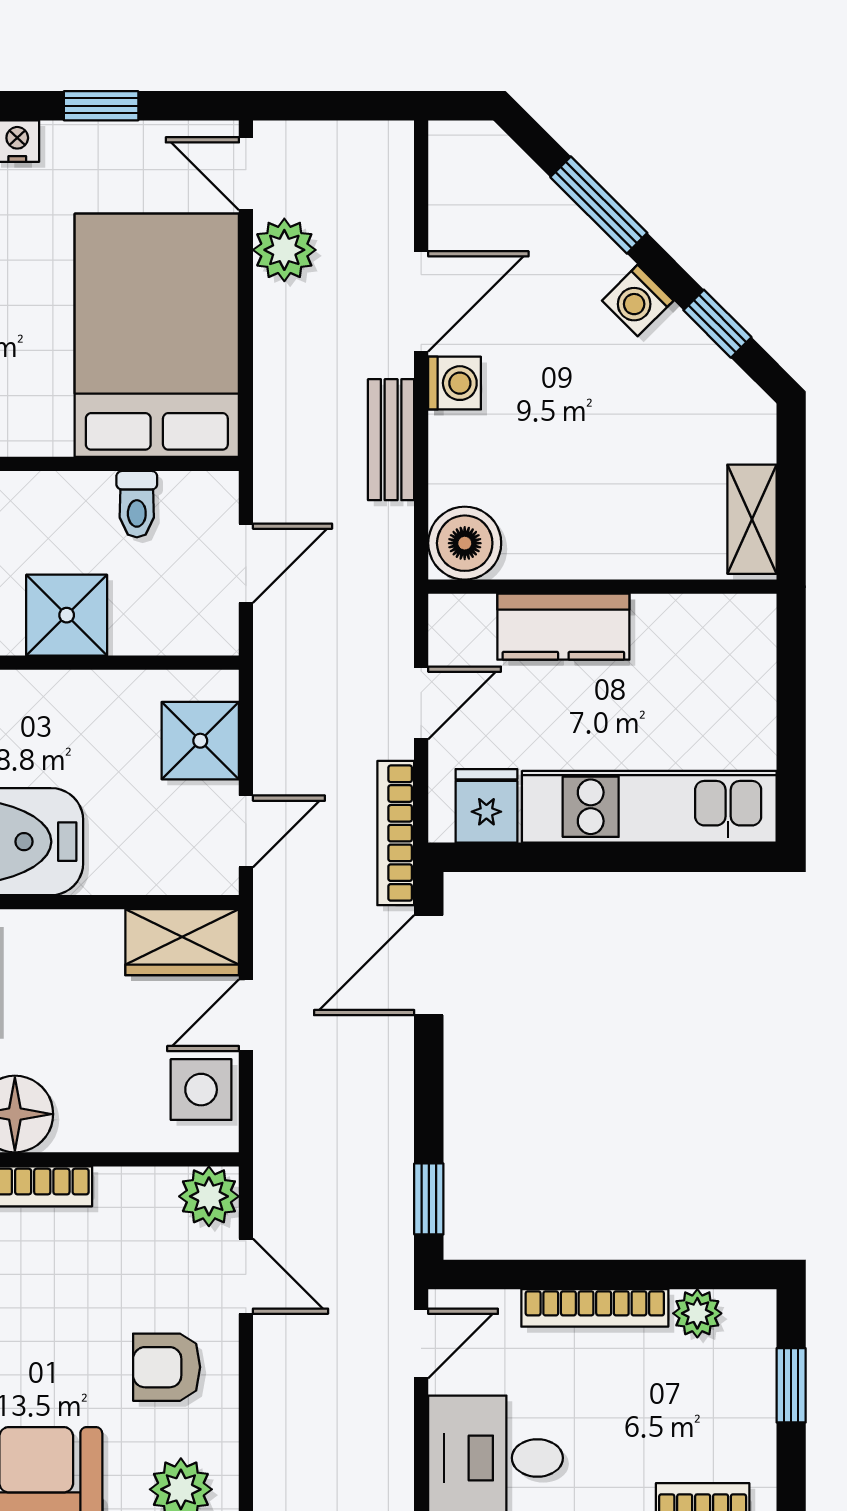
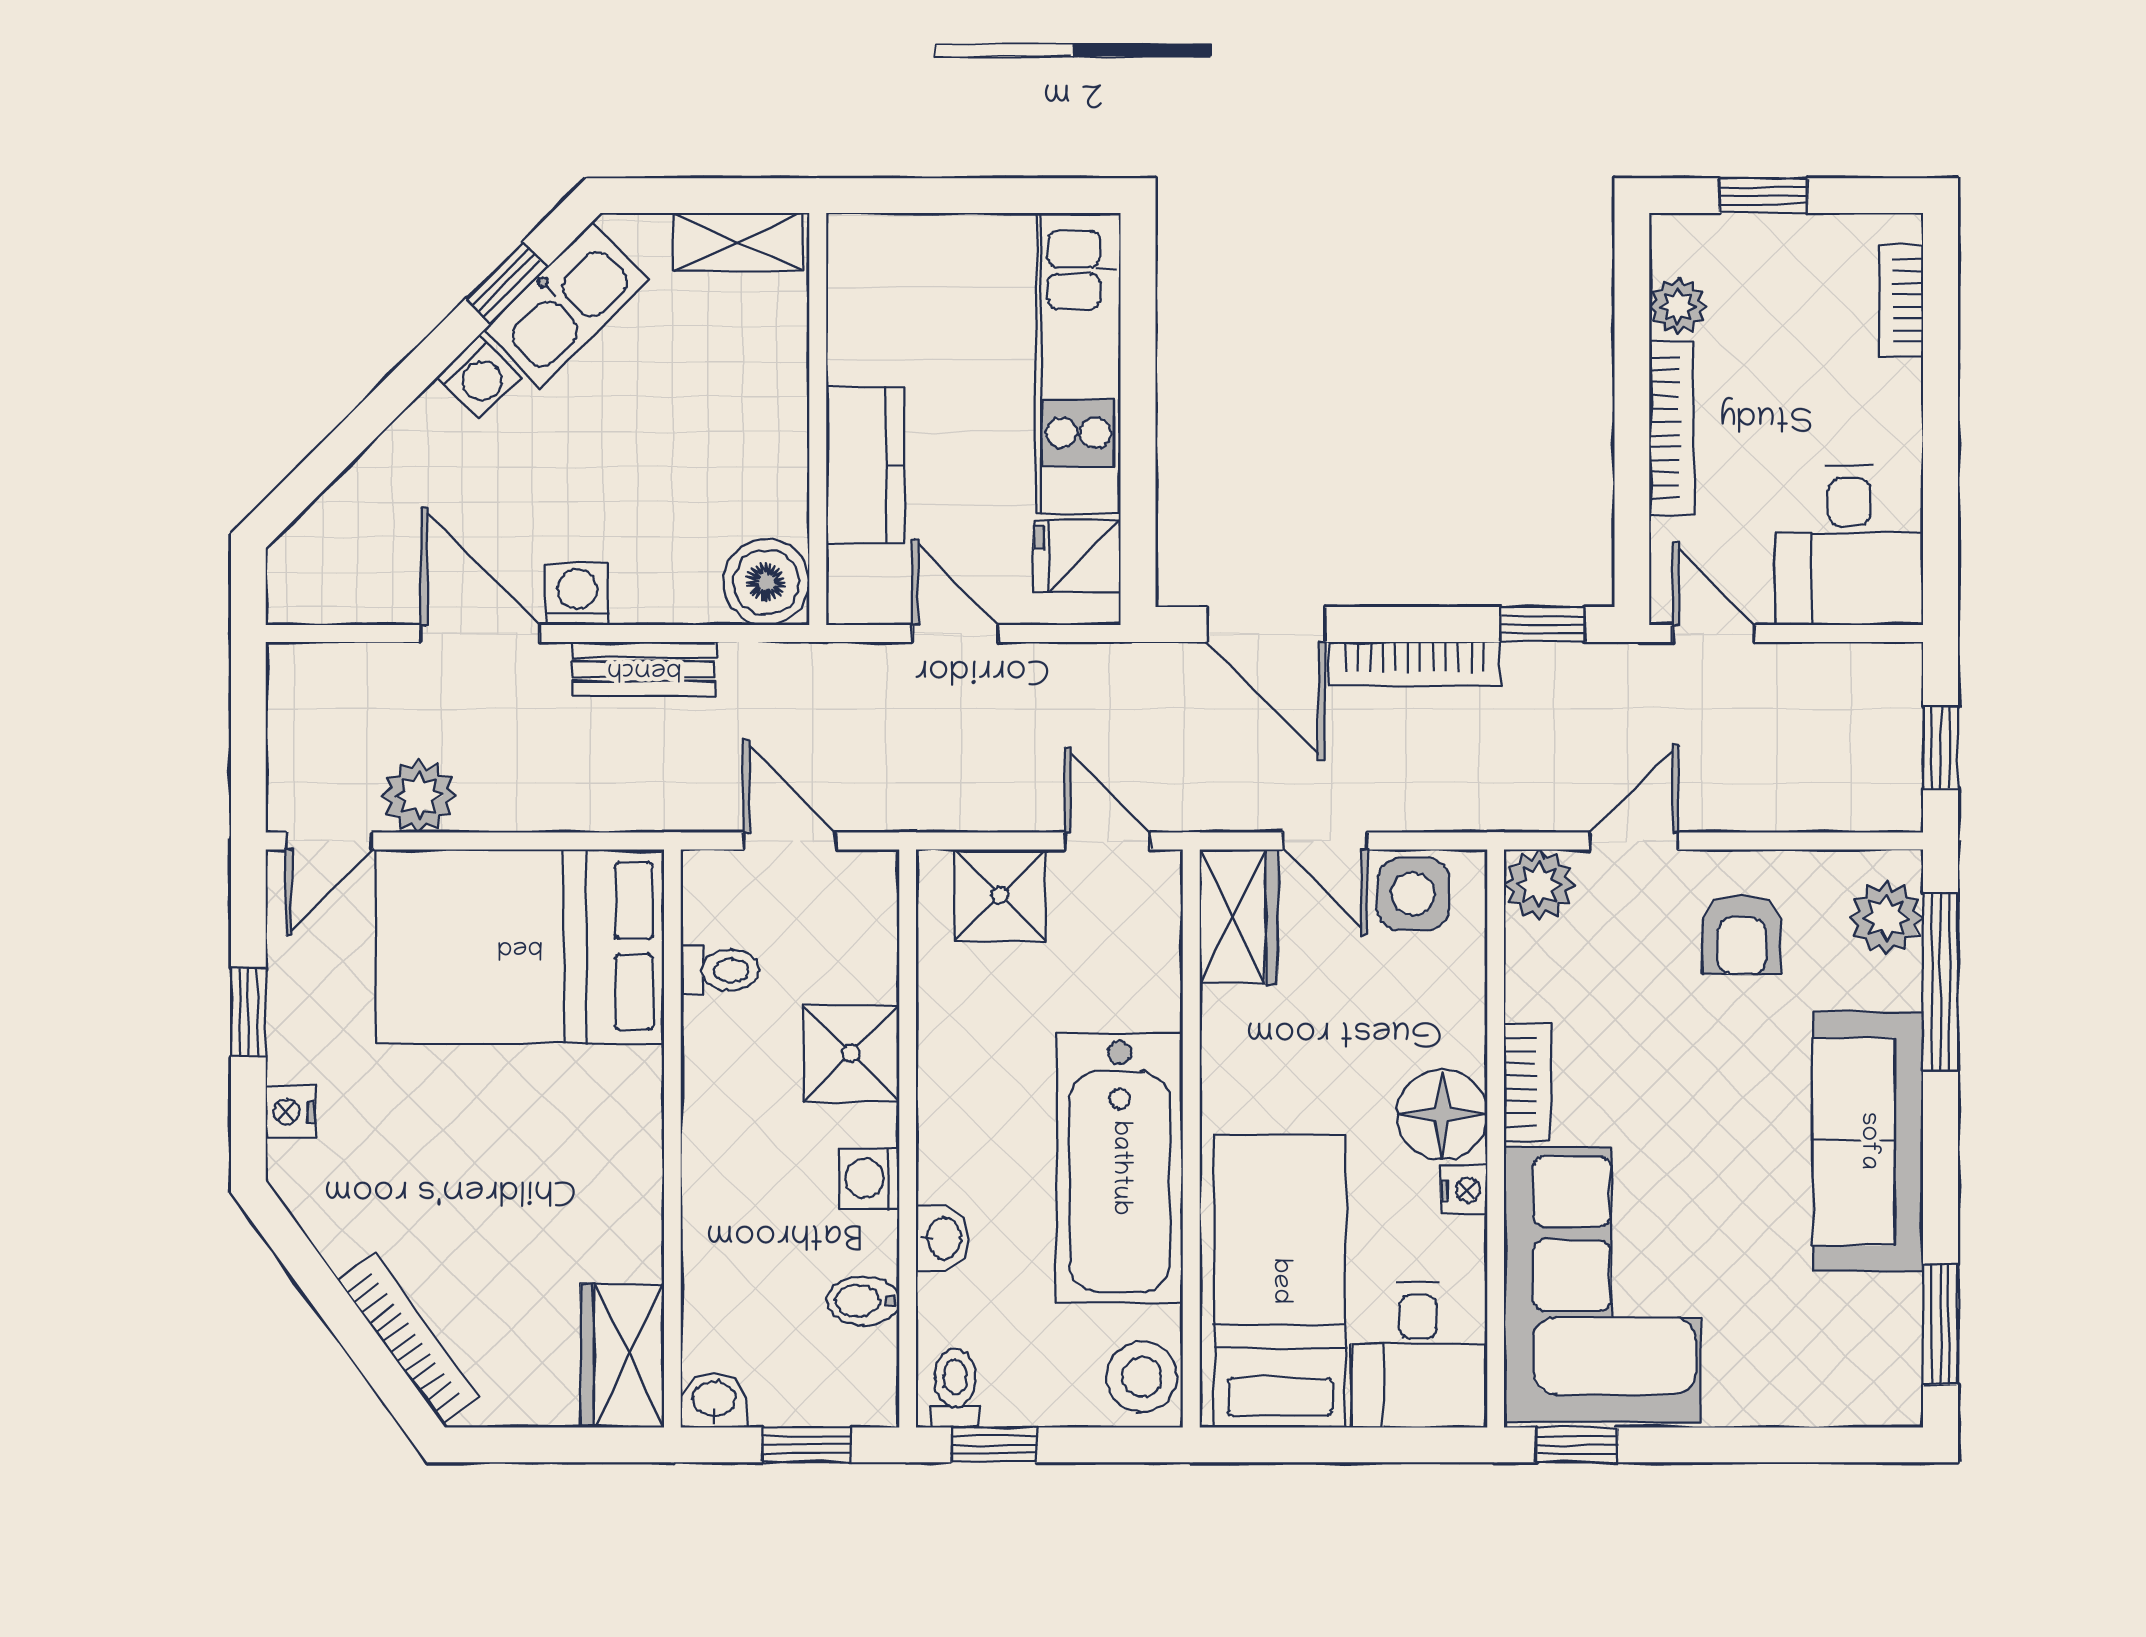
window: (599, 205) -> (366, 423), removed
kitchen sink: (699, 374) -> (566, 305), added
bookcase: (396, 833) -> (1414, 664), moved

